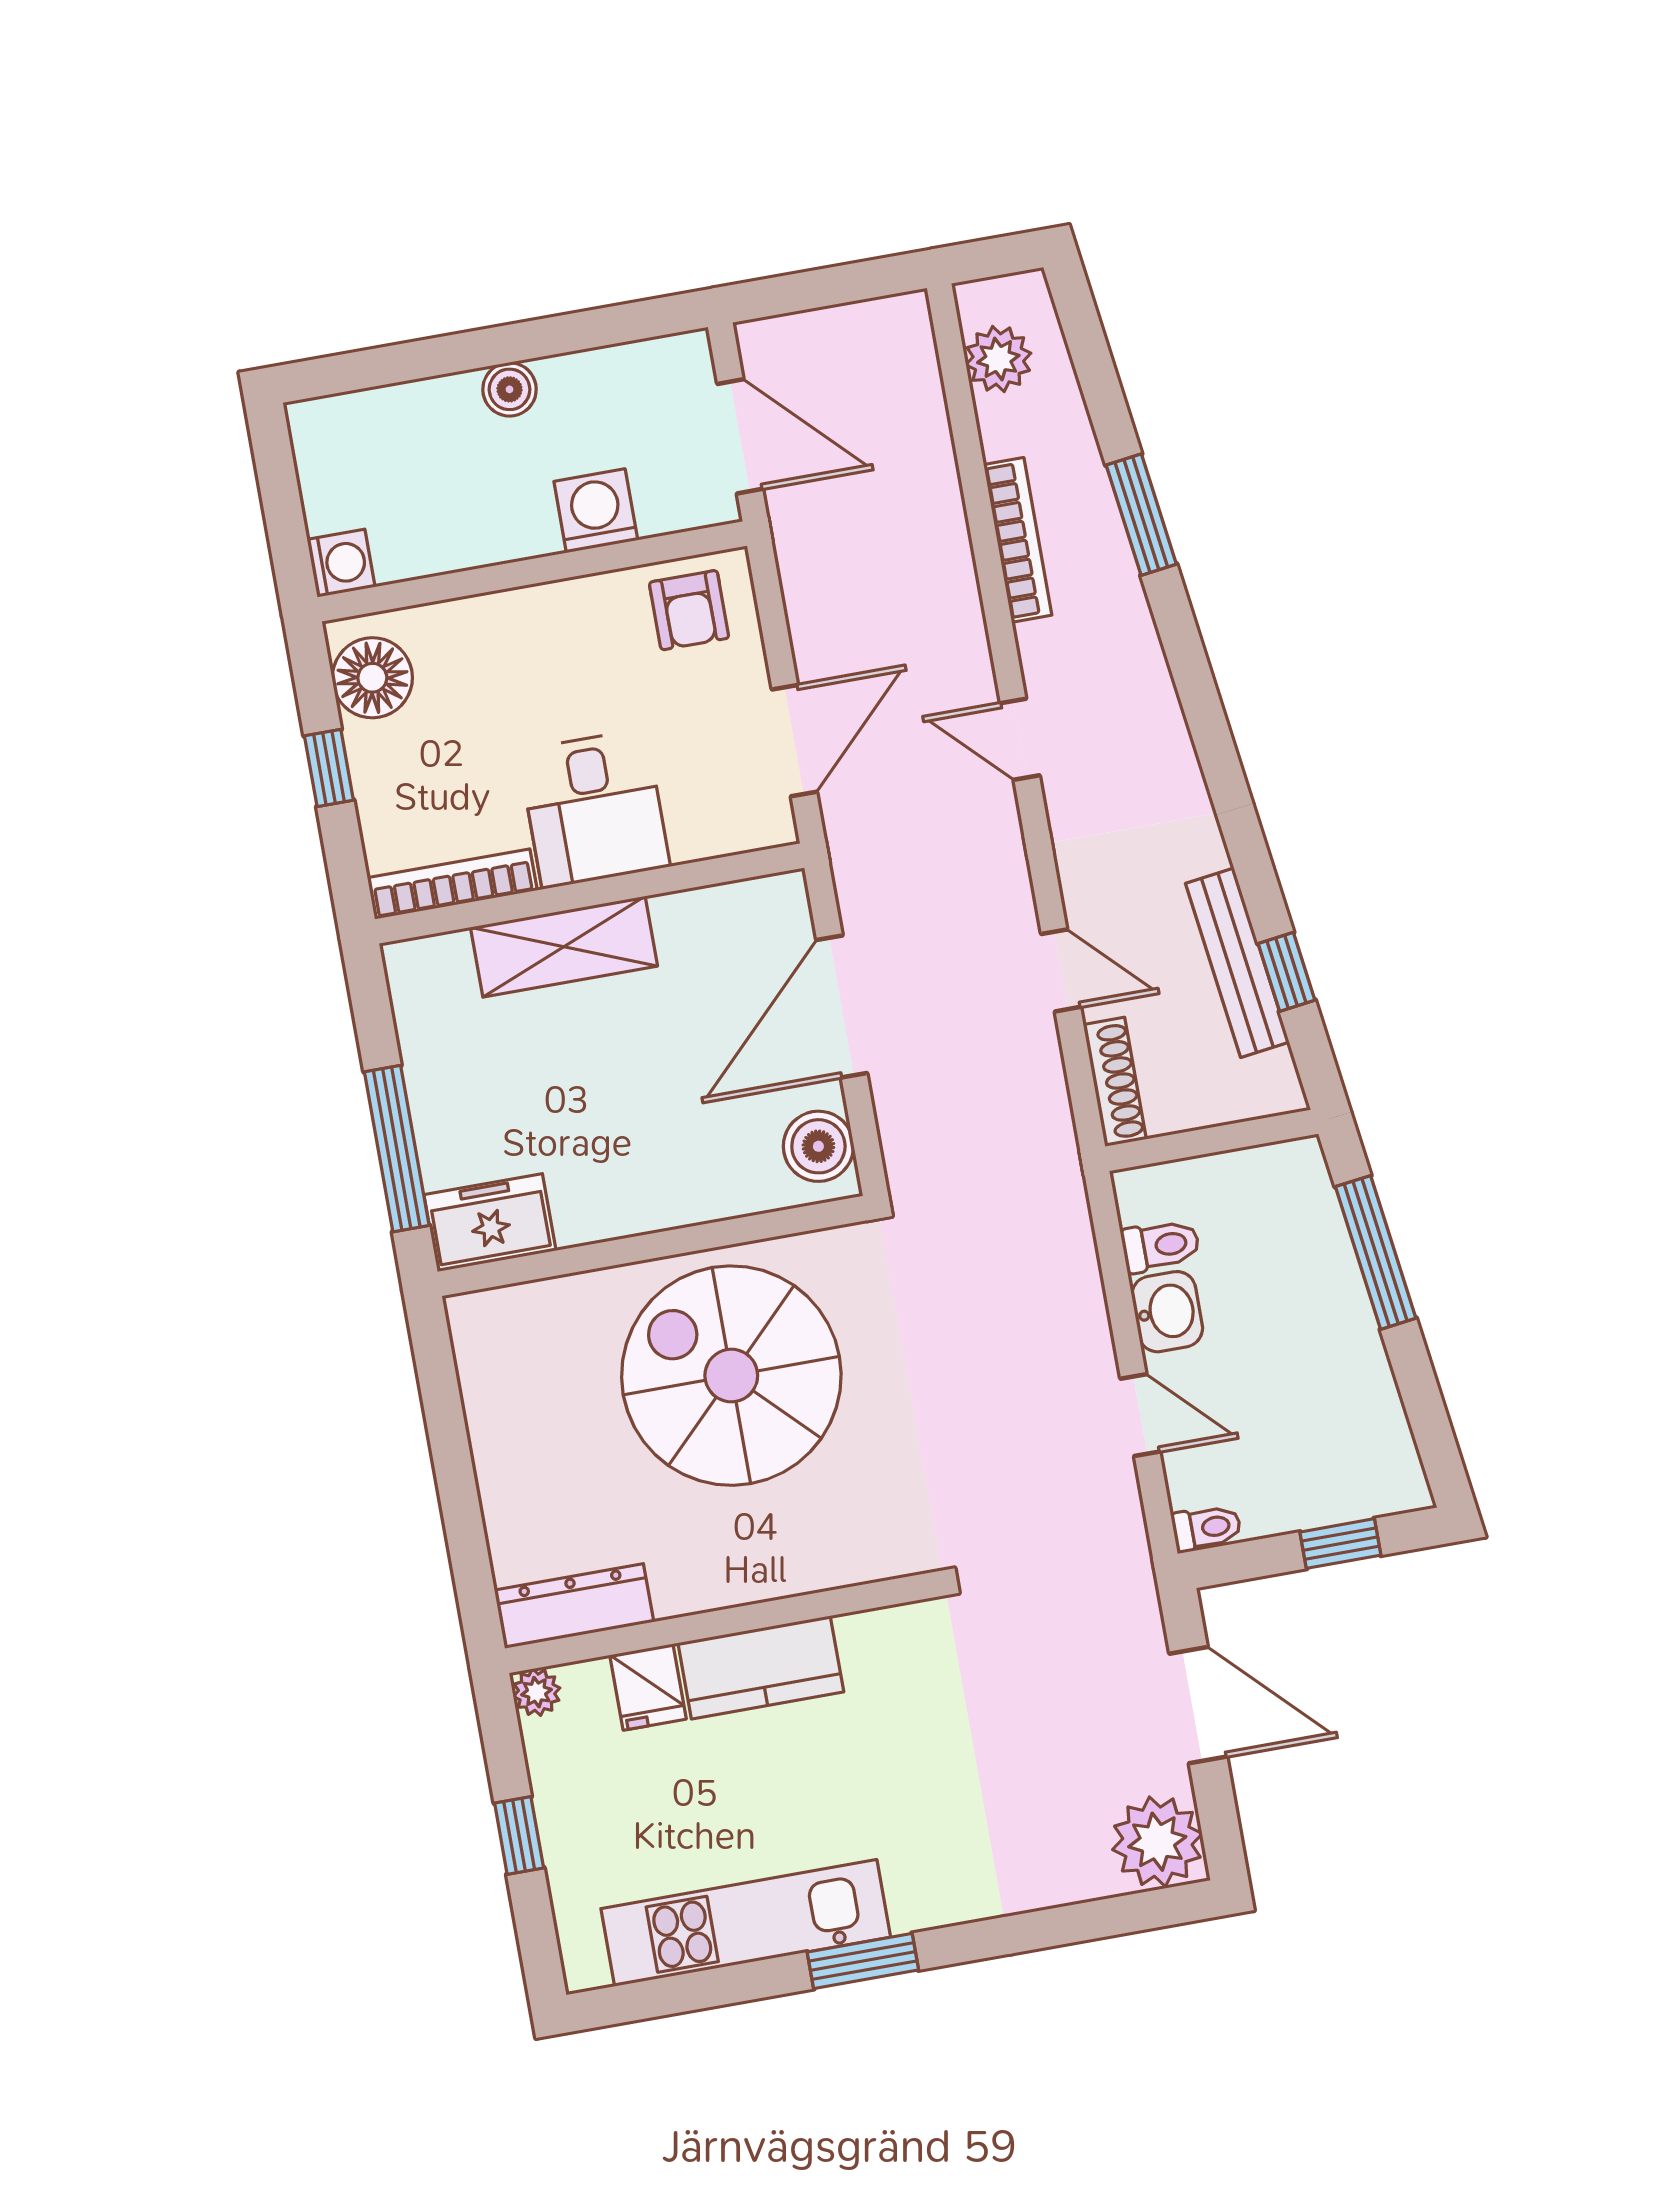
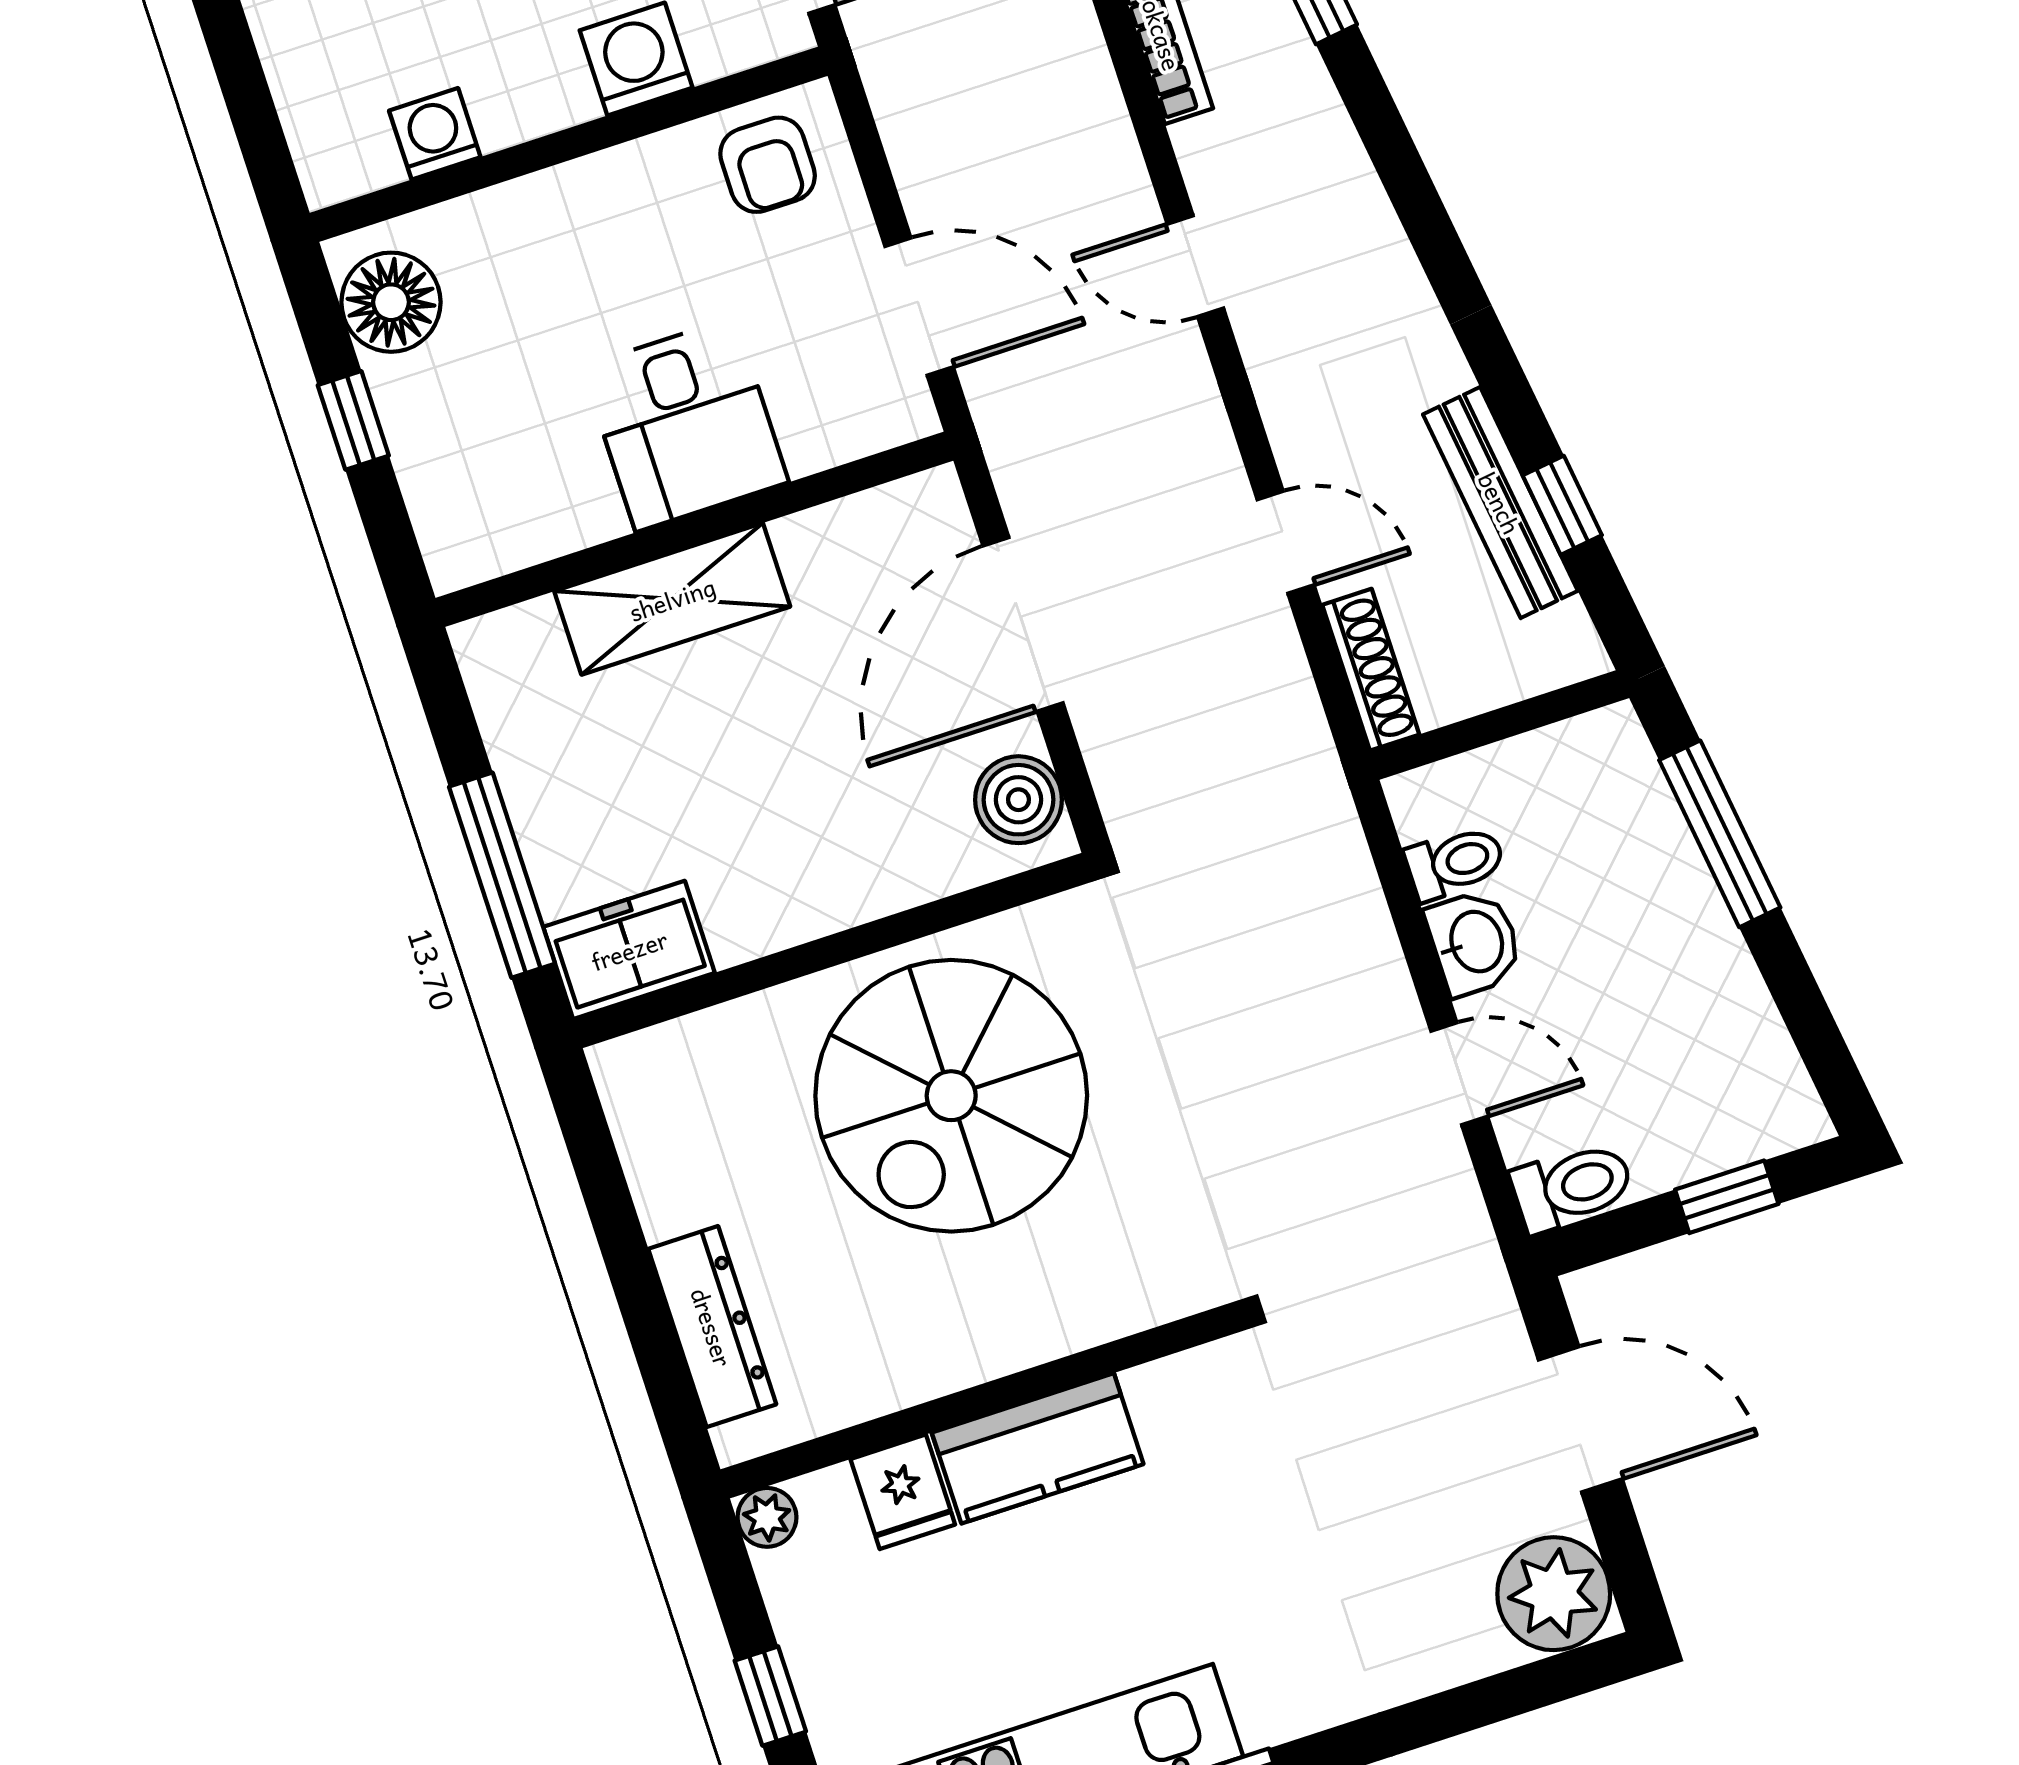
washing machine: (341, 563) -> (435, 134), moved, turned -90
door: (794, 741) -> (919, 307), hinge flipped
bookcase: (452, 884) -> (525, 541), removed
spiral stairs: (731, 1376) -> (951, 1096), turned -90
toilet: (1207, 1528) -> (1572, 1187), width x1.37, depth x1.39
dresser: (574, 1606) -> (712, 1327), moved, turned 90

